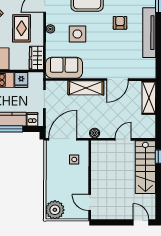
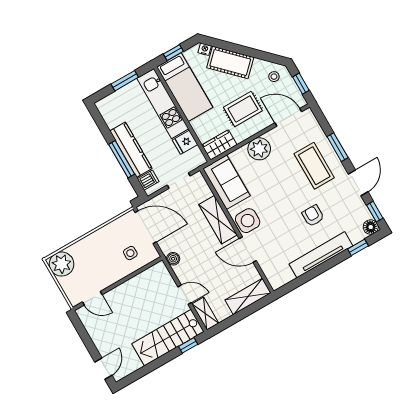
armchair: (120, 23) -> (313, 216), turned -90
plant: (50, 29) -> (259, 149), width x1.88, depth x1.88
side table: (77, 34) -> (248, 221), moved
shelving: (144, 133) -> (205, 314), added
door: (90, 203) -> (92, 298), swing flipped

